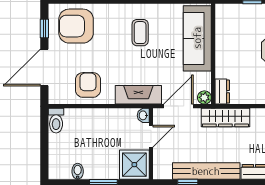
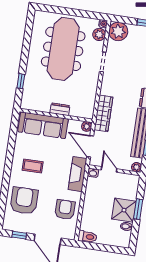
armchair: (76, 26) -> (24, 201), moved, turned 180
armchair: (88, 85) -> (65, 210), turned 90
dresser: (222, 92) -> (60, 109), moved
shower: (134, 165) -> (124, 210), moved
plant: (160, 173) -> (136, 167), added

